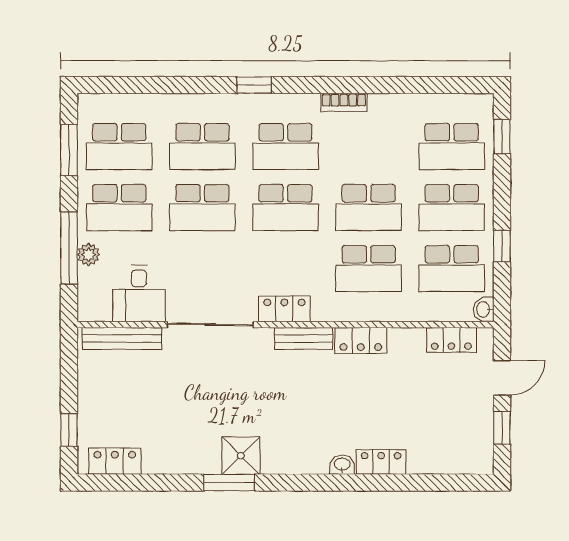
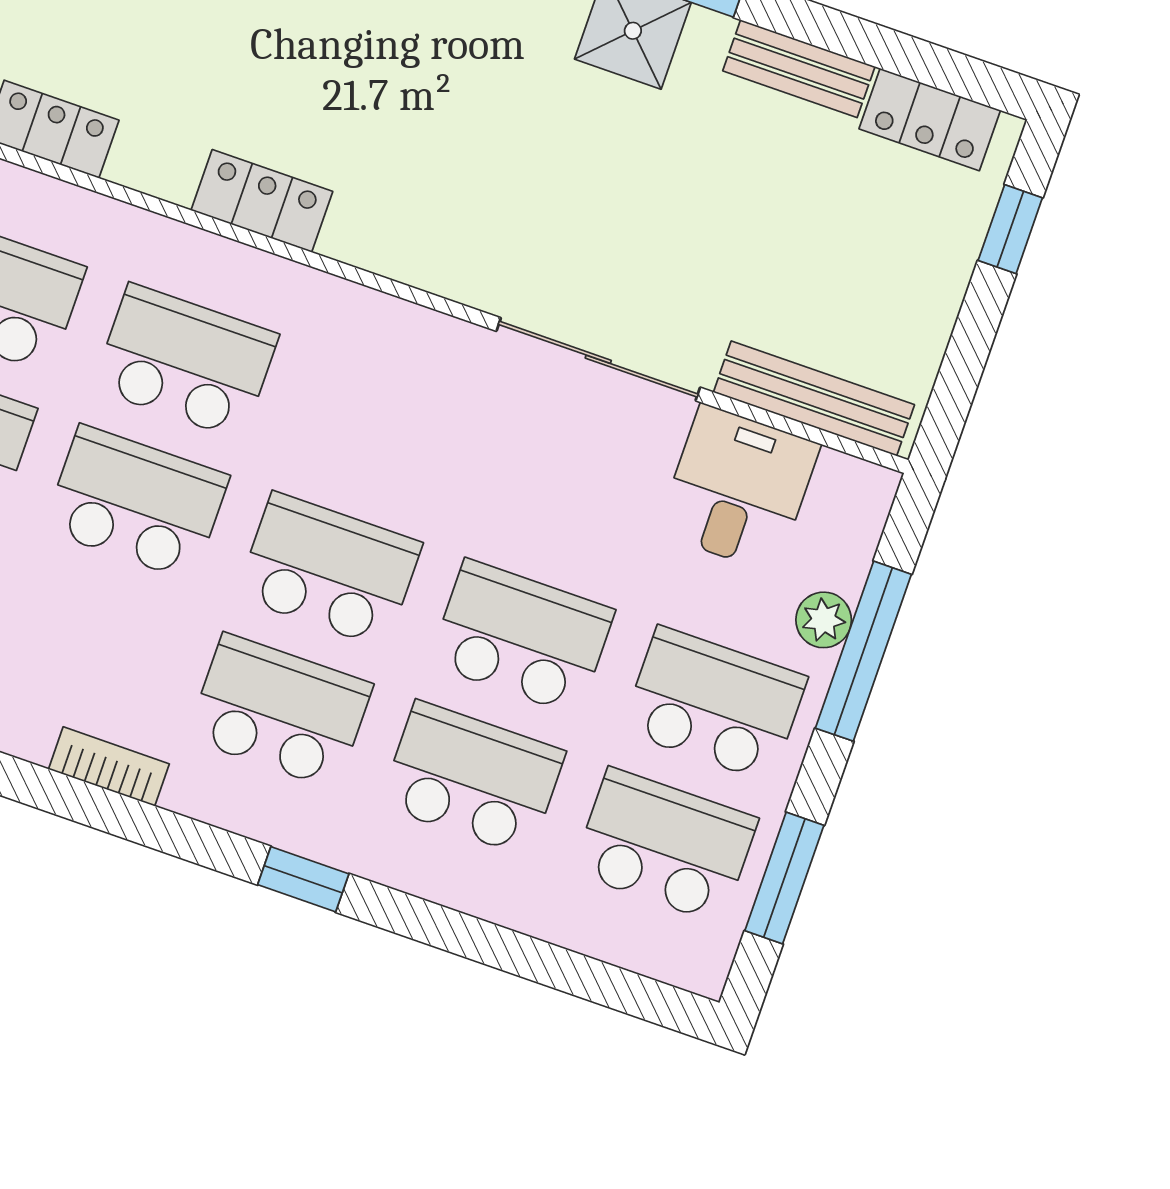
locker: (284, 309) -> (413, 336), removed
bench: (304, 338) -> (799, 69), moved

